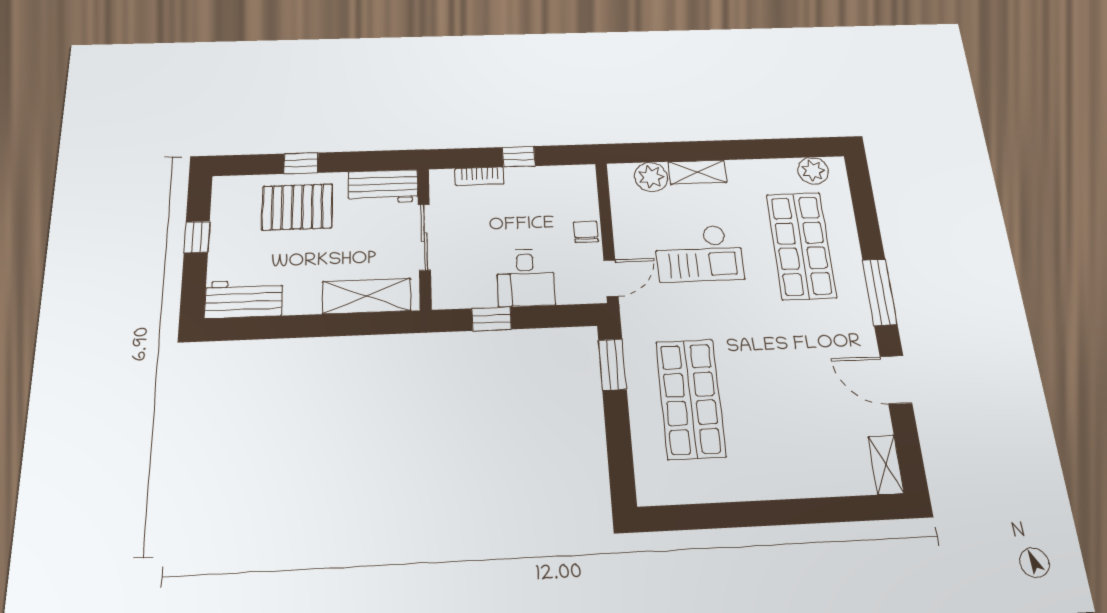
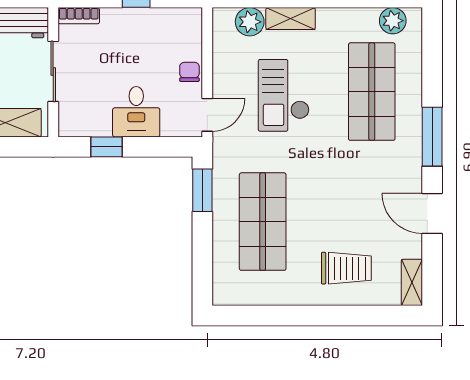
bookcase: (480, 176) -> (79, 16), moved
checkout: (699, 253) -> (284, 95), turned 90
trolley: (802, 451) -> (346, 268), added

